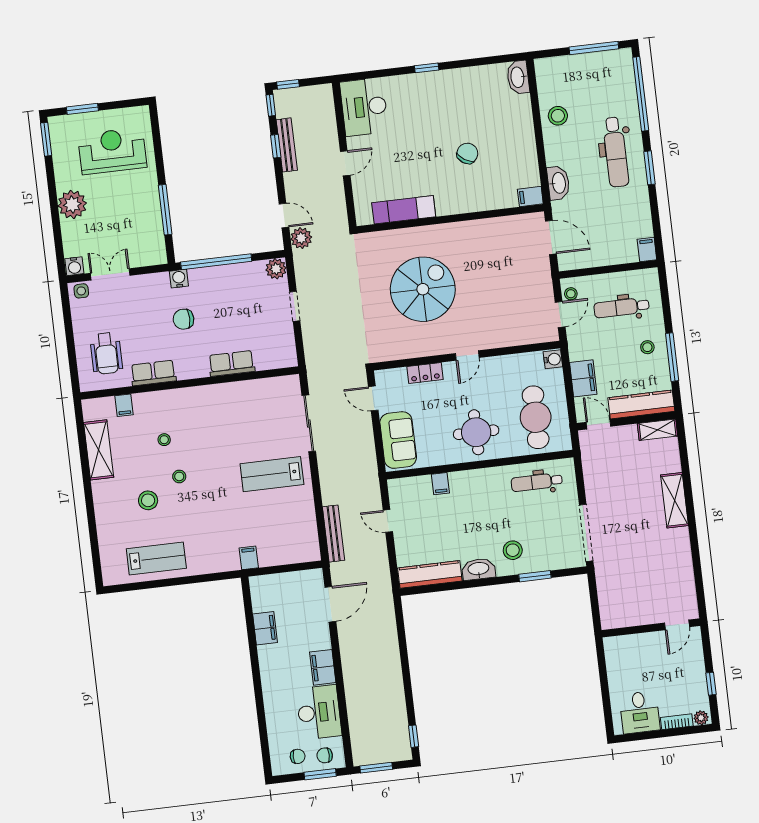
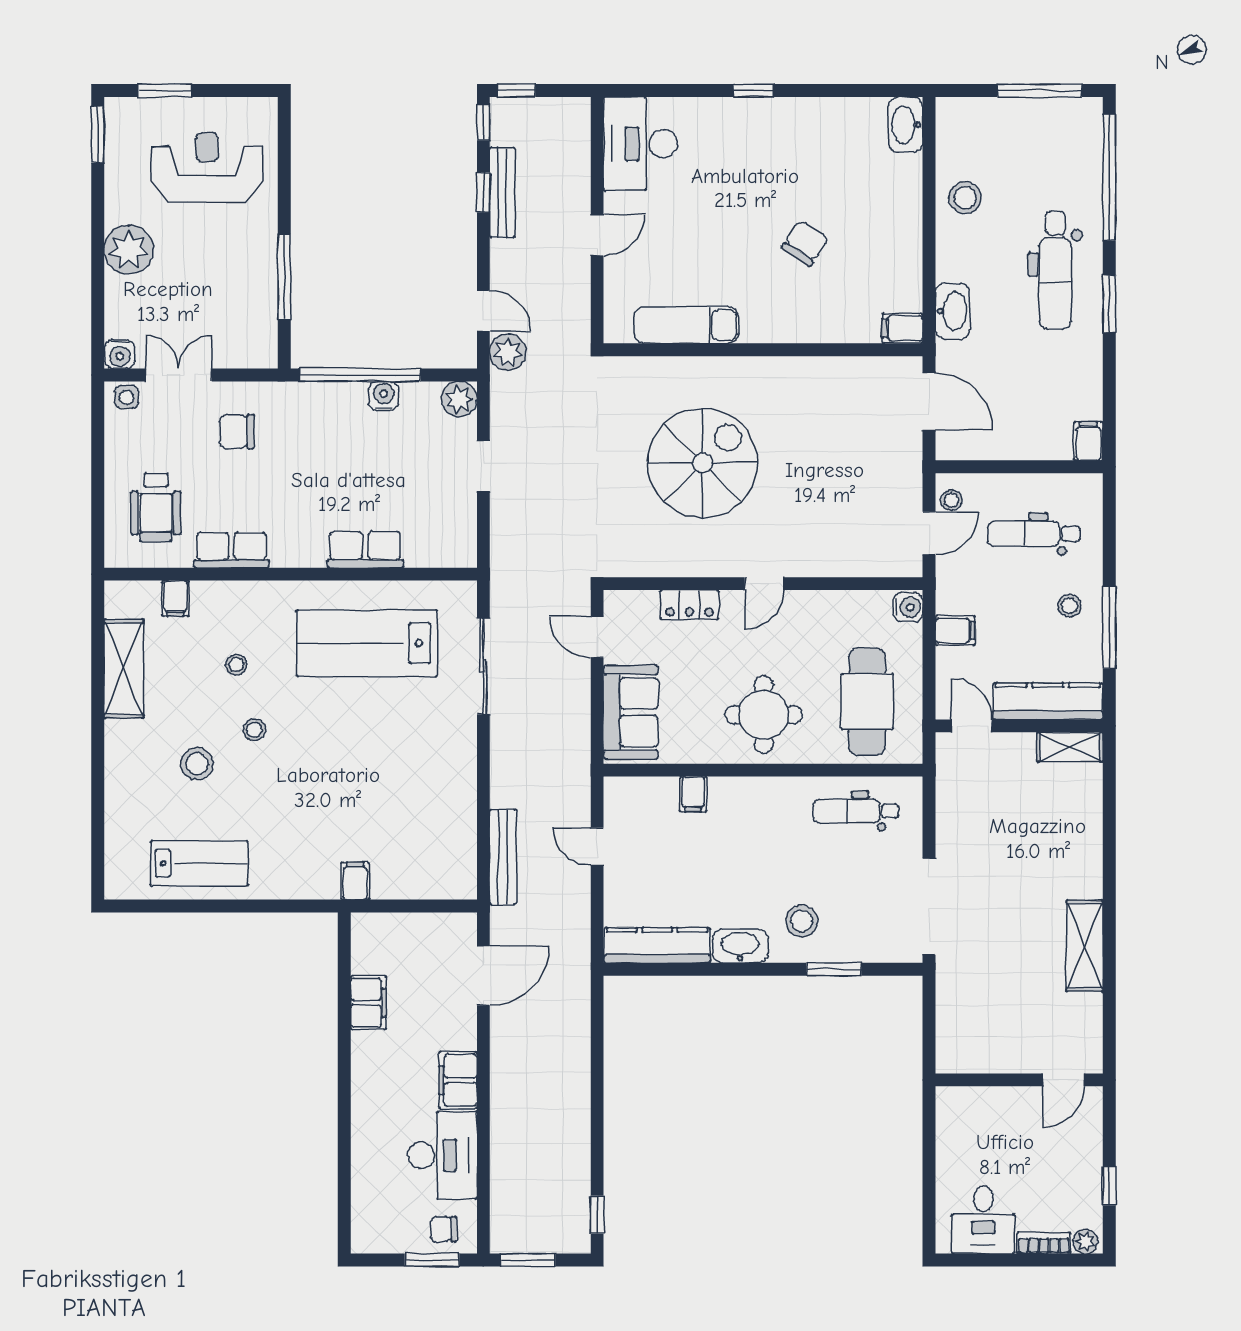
water cooler: (179, 279) -> (384, 396), moved
chair: (183, 319) -> (237, 432), moved
filing cabinet: (583, 378) -> (955, 631), width x0.50
lab bench: (272, 474) -> (367, 643), moved, width x1.36, depth x1.39
shelving: (675, 500) -> (1085, 946), moved
chair: (298, 756) -> (398, 1225), removed

